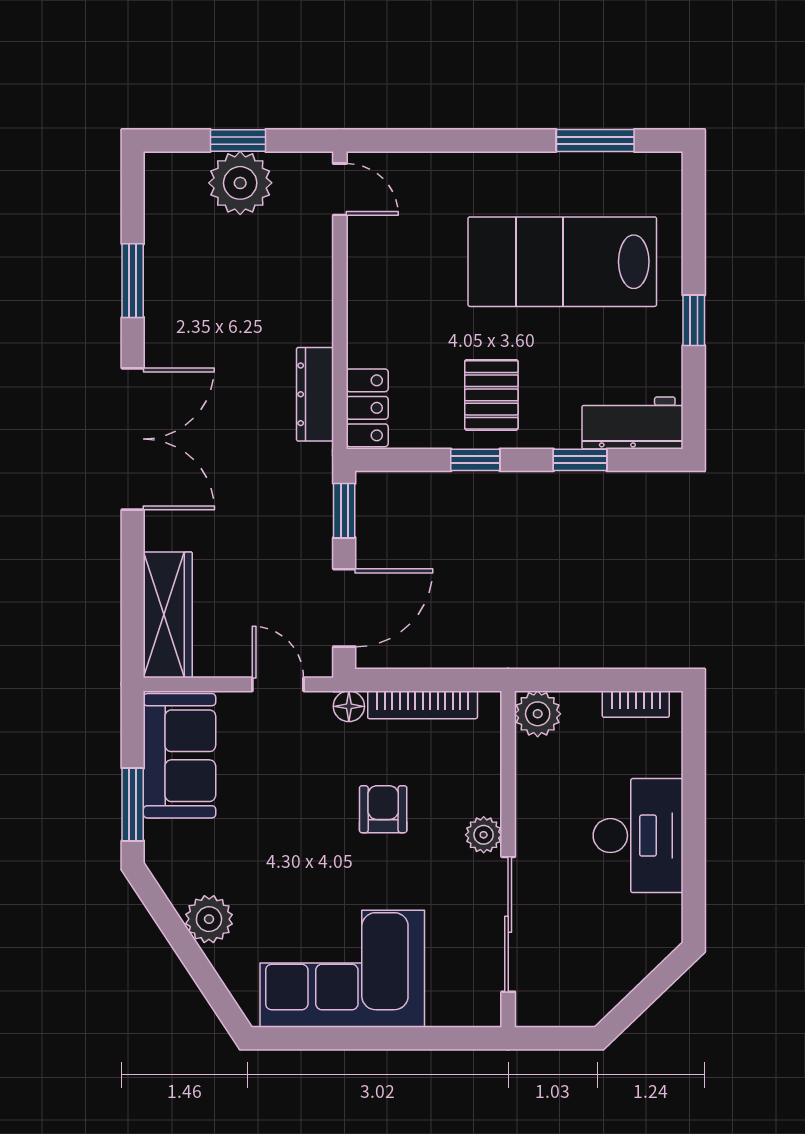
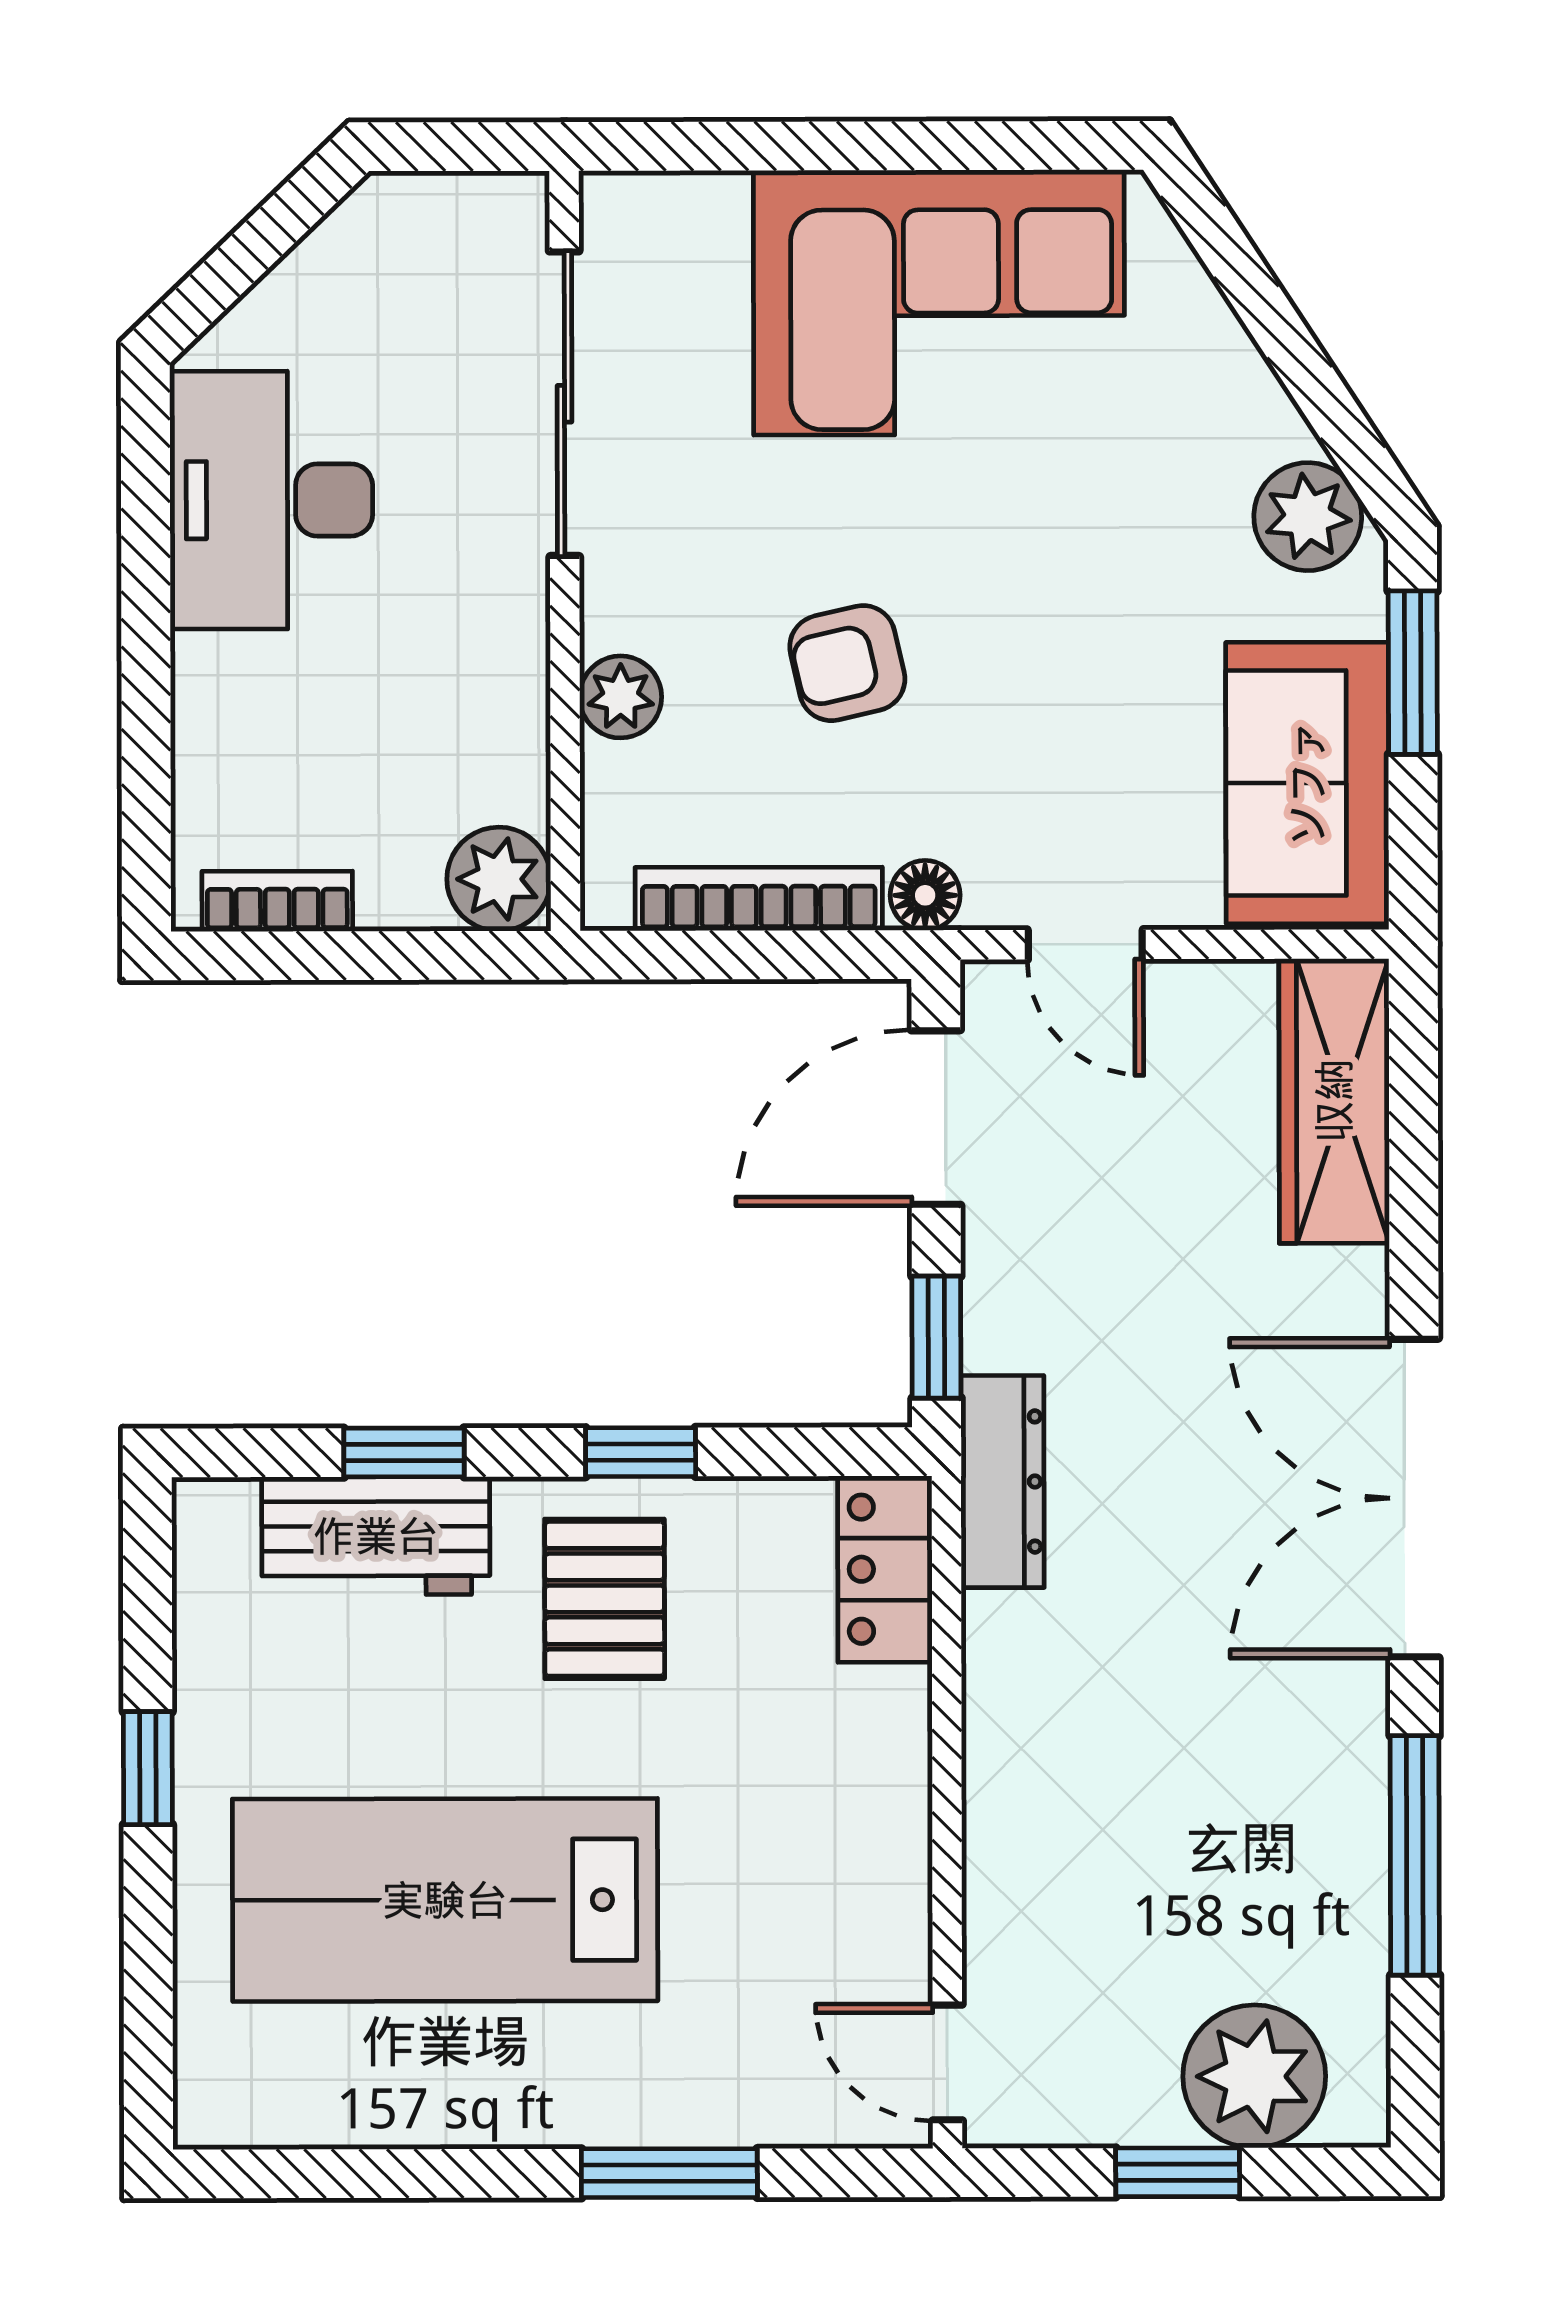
window: (595, 141) -> (669, 2173), moved
plant: (240, 183) -> (1254, 2076), moved
lab bench: (562, 262) -> (445, 1900), turned 180
window: (133, 281) -> (1415, 1855), width x1.44
dresser: (315, 394) -> (1003, 1482), moved
workbench: (633, 423) -> (376, 1536), moved
armchair: (383, 809) -> (847, 663), turned 77
plant: (484, 835) -> (621, 697), moved
desk: (638, 836) -> (271, 500), moved
plant: (209, 919) -> (1308, 517), moved

